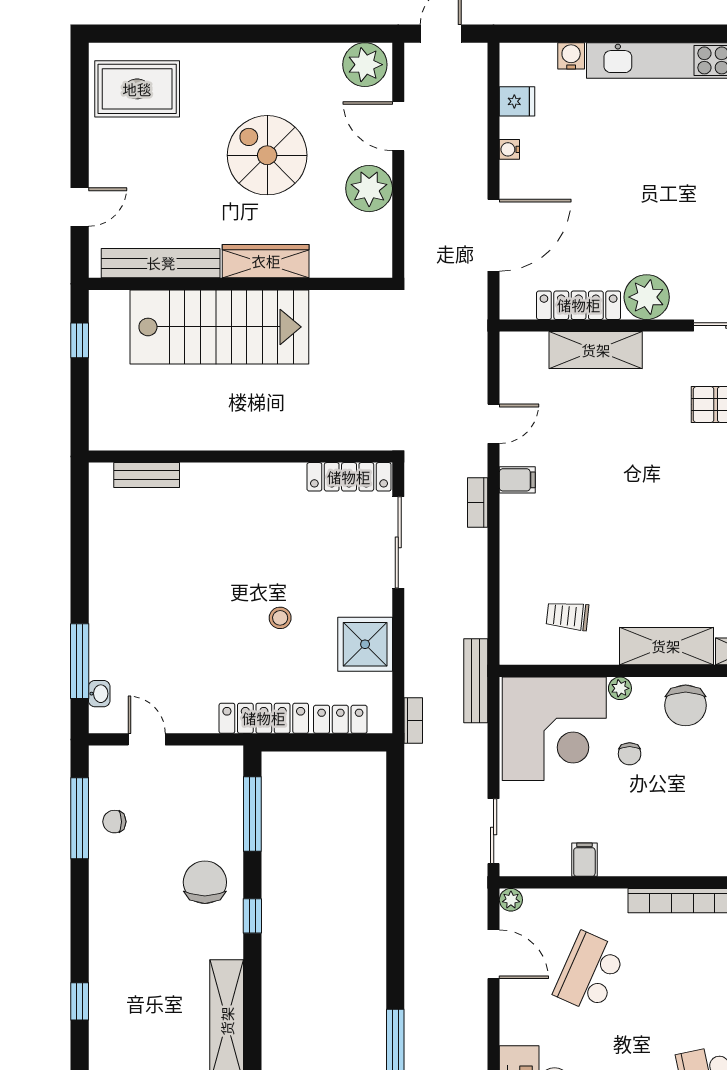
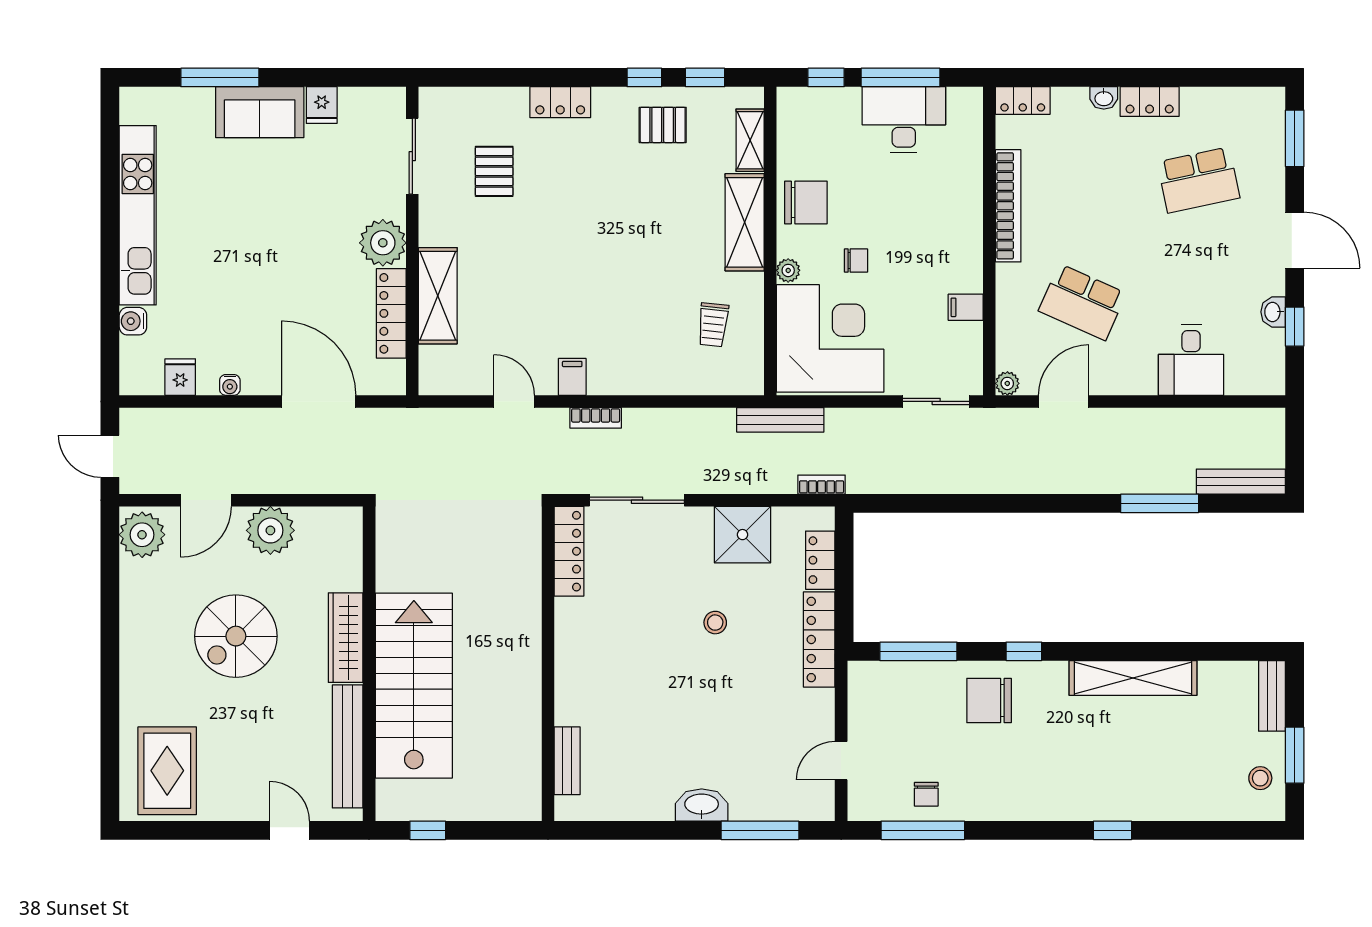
washbasin: (99, 694) -> (702, 805), moved, width x1.91, depth x1.45

